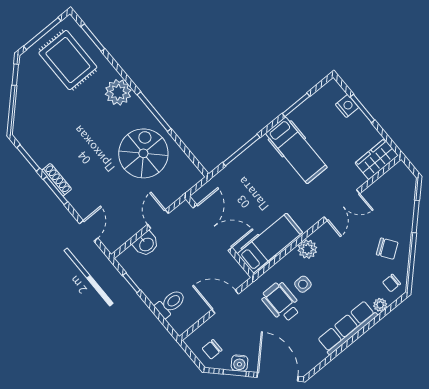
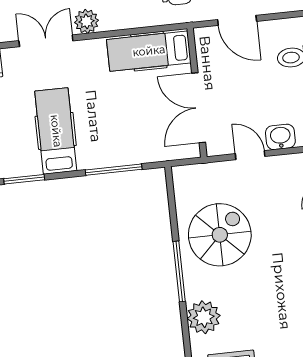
spiral stairs: (143, 153) -> (220, 235), turned 180
door: (158, 219) -> (250, 155), swing flipped
plant: (307, 249) -> (86, 21), moved

